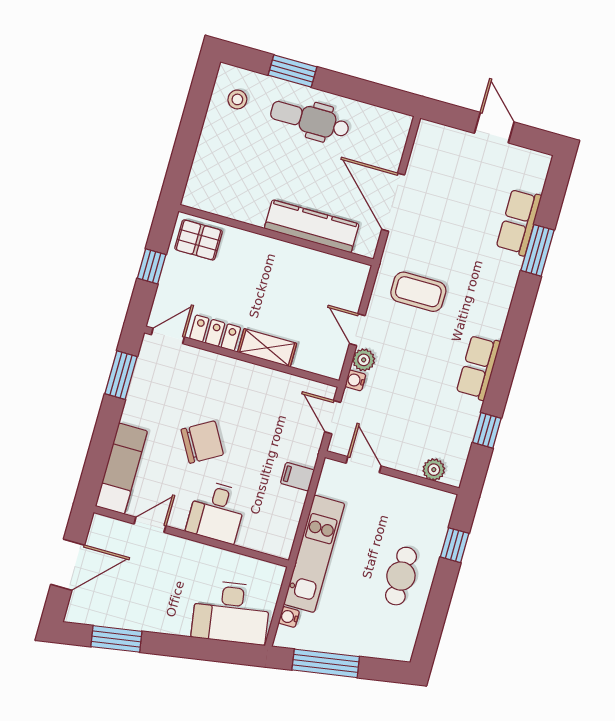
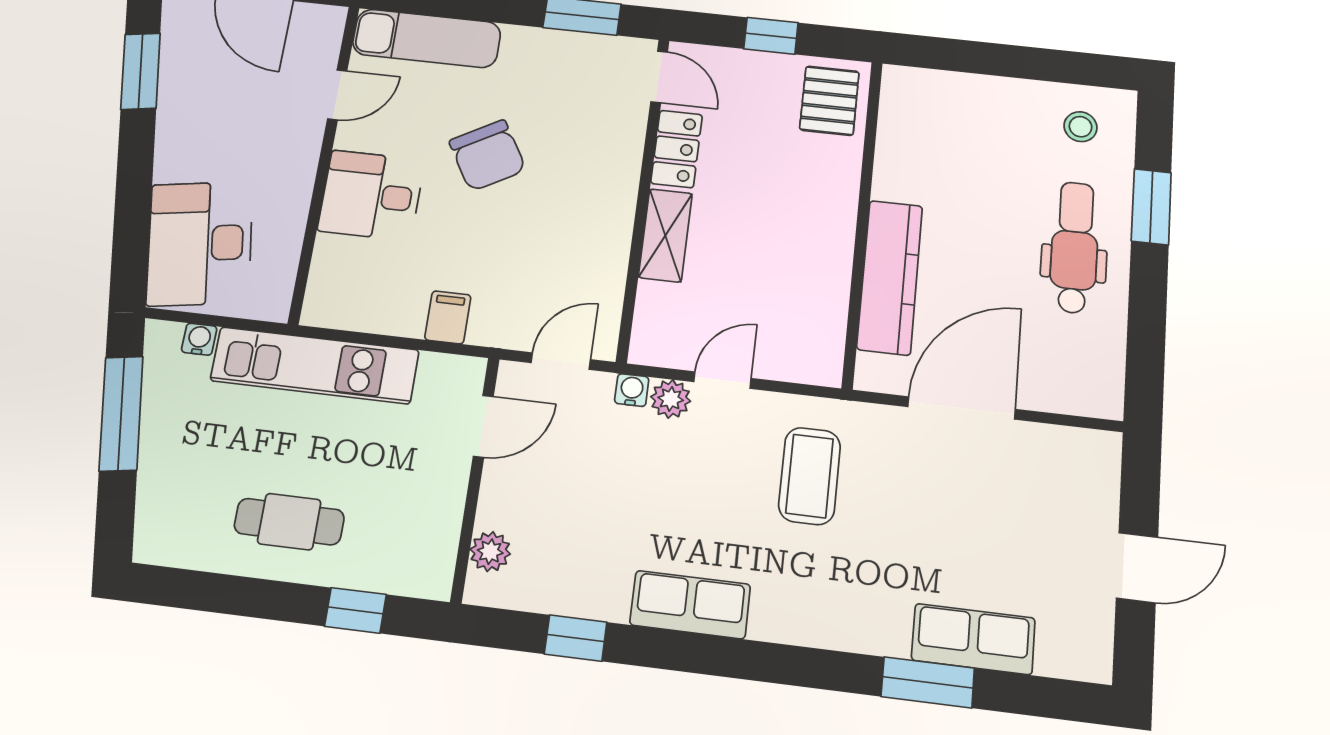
door: (150, 525) -> (337, 95), hinge flipped

